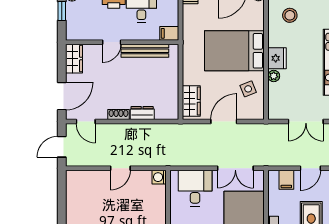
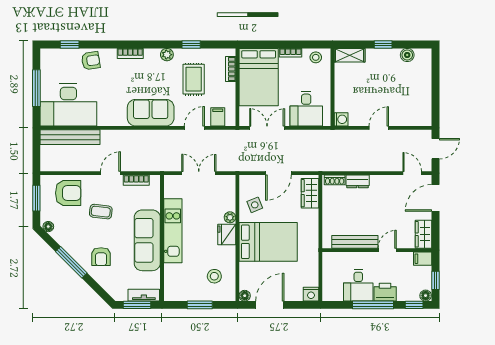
filing cabinet: (169, 33) -> (423, 259), moved, turned 180
shoe rack: (119, 115) -> (335, 180), moved

